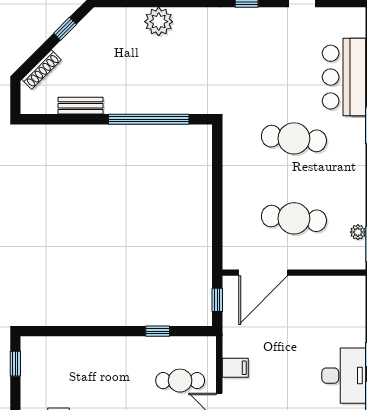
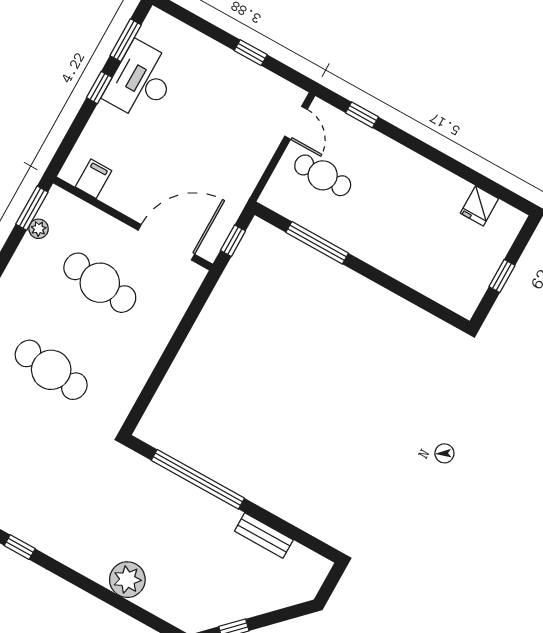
shoe rack: (42, 70) -> (284, 599), removed
window: (158, 331) -> (317, 243), width x2.17
window: (15, 364) -> (502, 276), moved
filing cabinet: (235, 368) -> (93, 179), moved, turned 90

